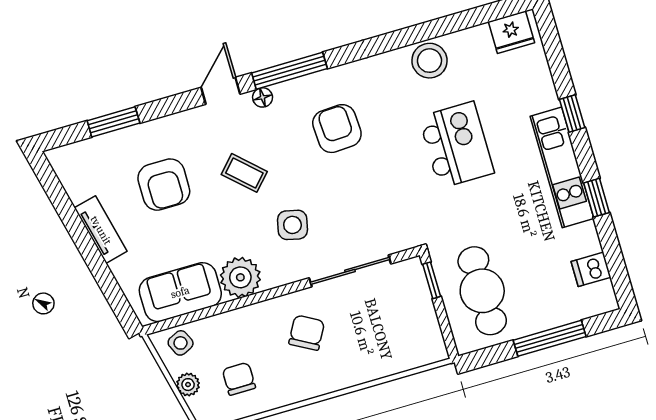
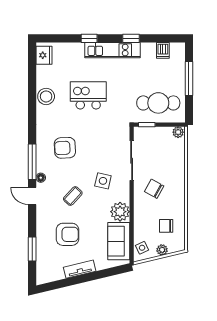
plant: (435, 348) -> (178, 132), added

